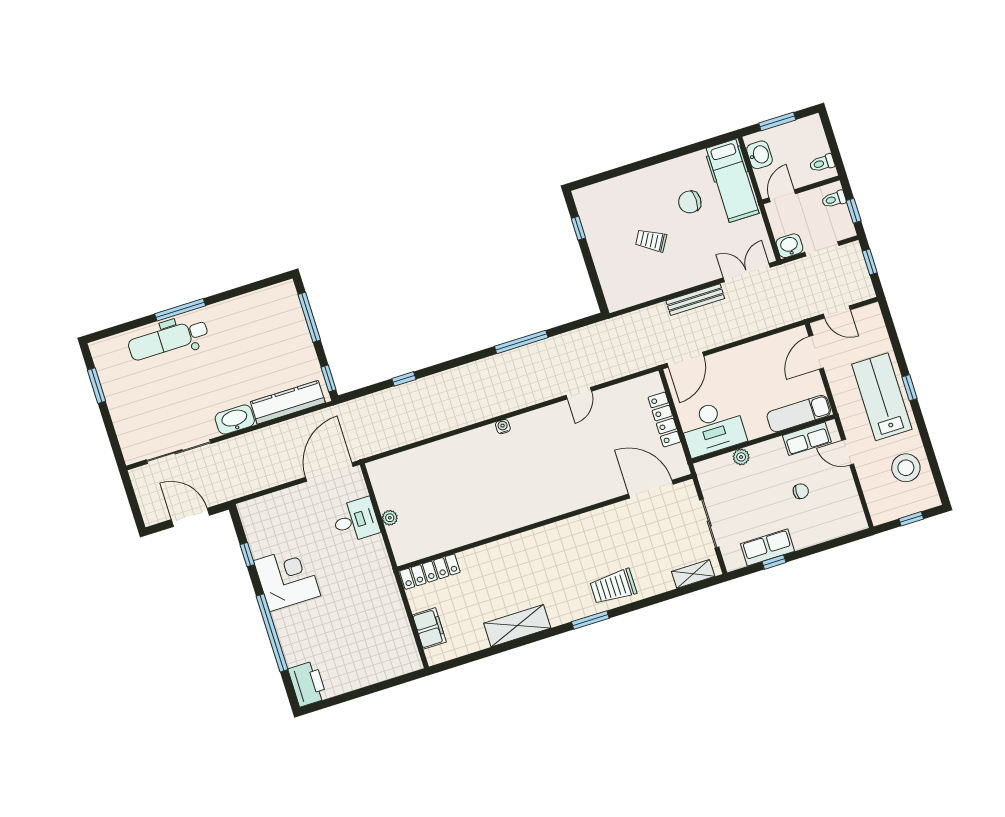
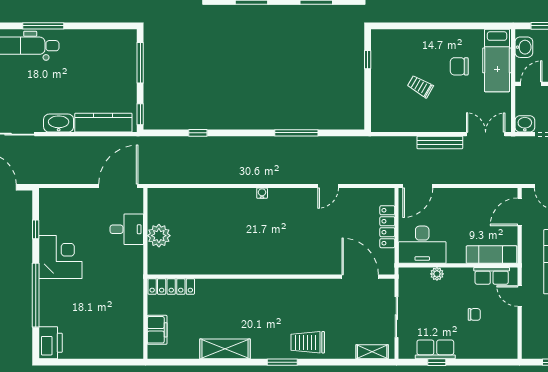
plant: (390, 518) -> (159, 236), width x1.88, depth x1.88

